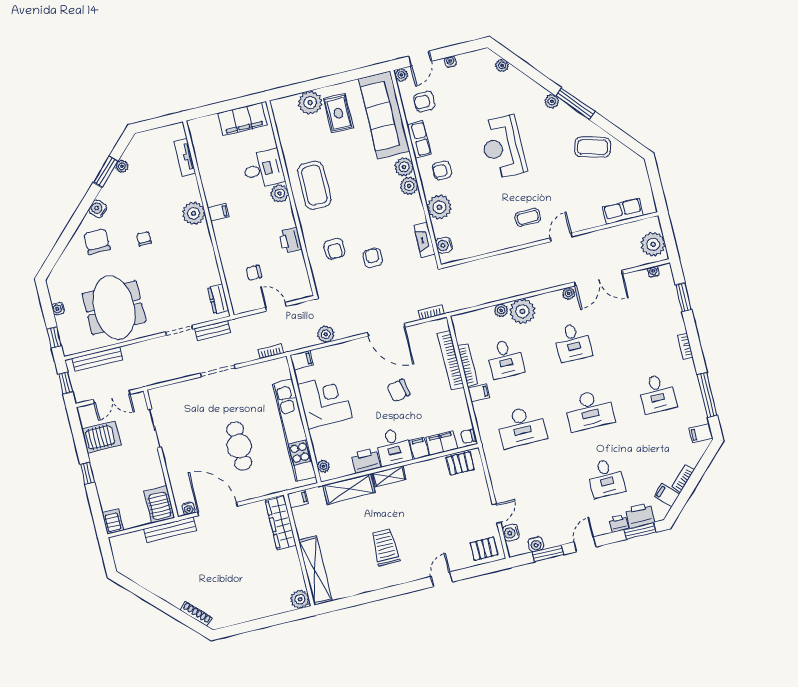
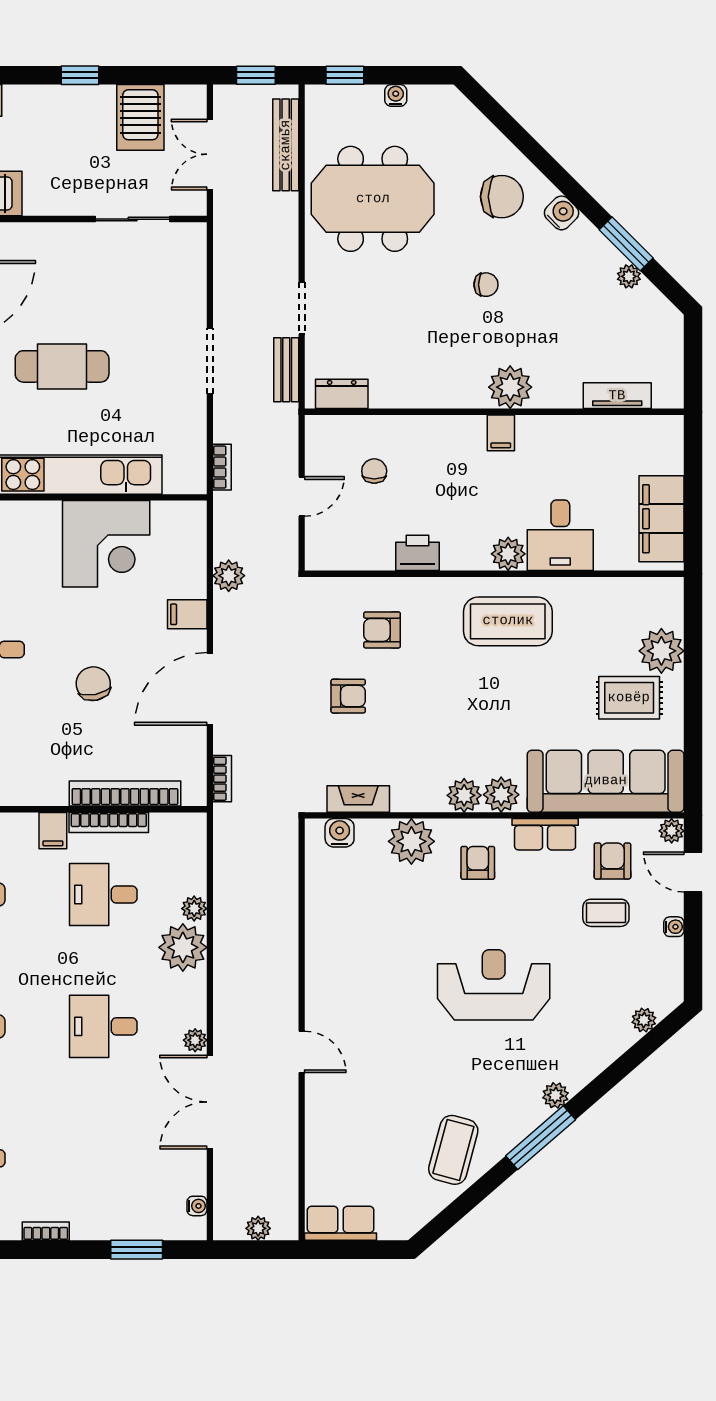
row of seats: (623, 211) -> (341, 1223), moved, turned -90
coffee table: (528, 217) -> (606, 913), moved, turned 90
plant: (653, 244) -> (258, 1228), width x0.53, depth x0.53
filing cabinet: (302, 360) -> (187, 614), moved, turned 90

